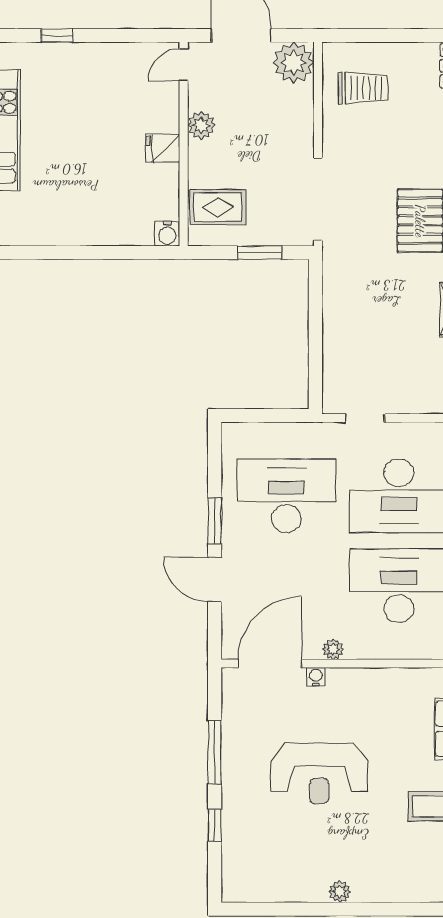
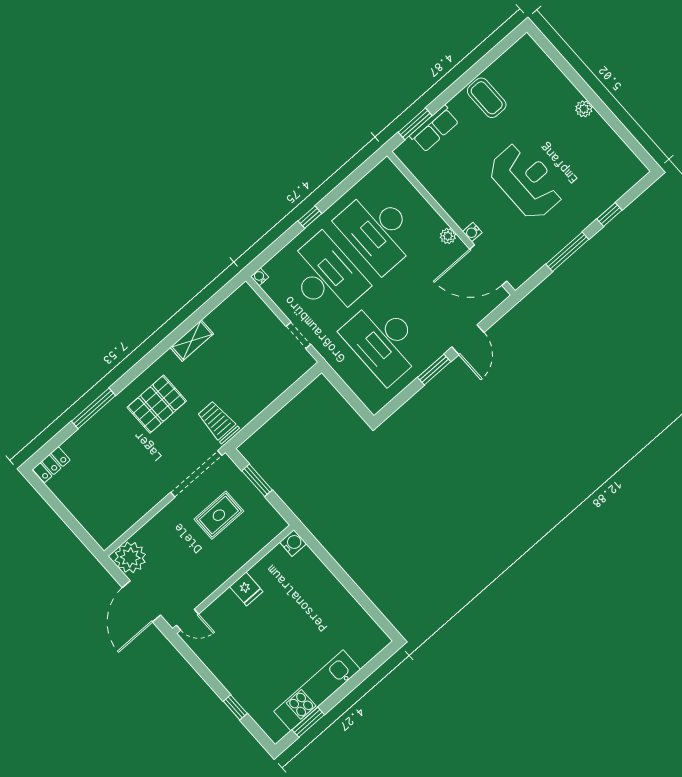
trolley: (363, 88) -> (218, 422), moved
plant: (201, 125) -> (213, 579), removed
rug: (218, 207) -> (219, 515), moved, turned 90

